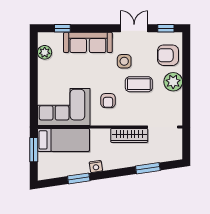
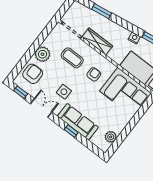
window: (62, 28) -> (71, 131), moved
double door: (134, 28) -> (41, 108), swing flipped
armchair: (168, 55) -> (33, 74), turned -90
coffee table: (139, 84) -> (72, 58), moved

